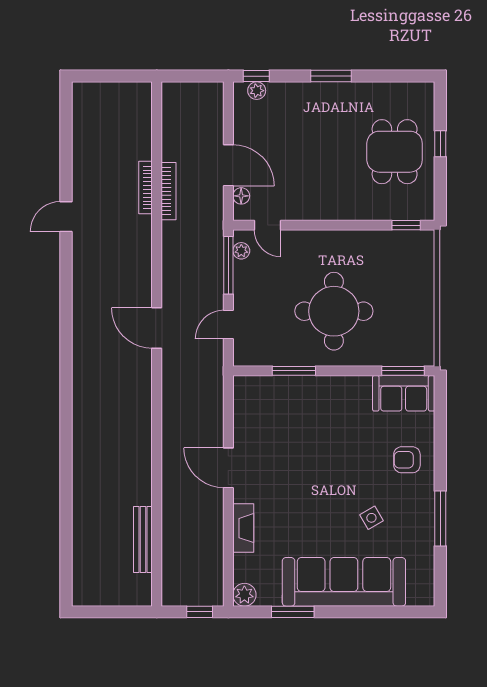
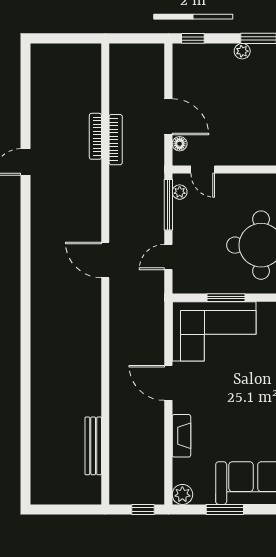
plant: (257, 91) -> (242, 51), moved
corner sofa: (280, 409) -> (214, 331), added

